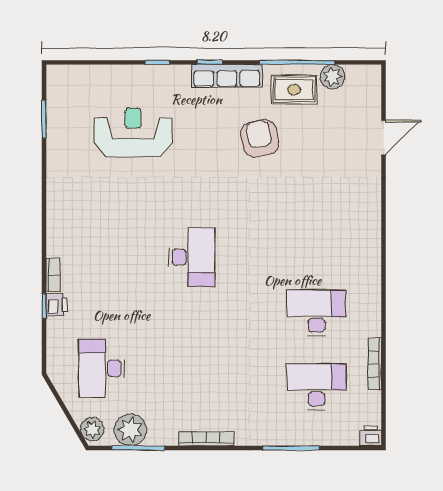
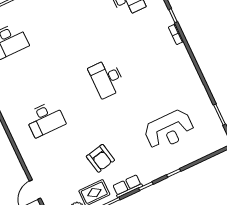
row of seats: (227, 76) -> (127, 186), width x0.68
printer: (56, 305) -> (167, 19), removed
desk: (316, 313) -> (45, 119), moved

